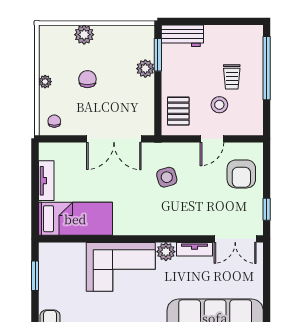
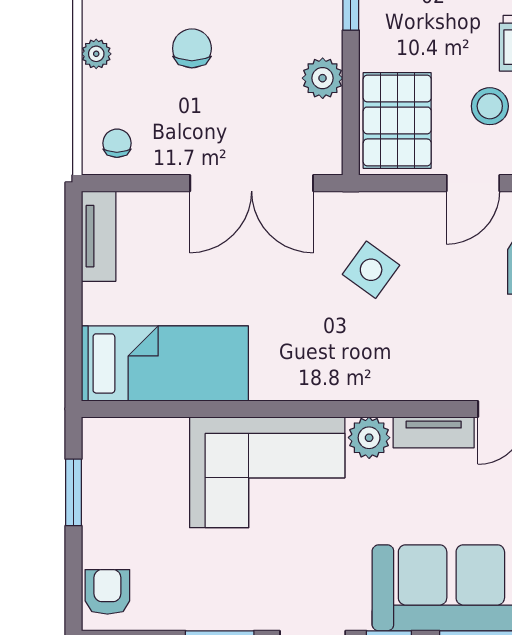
plant: (145, 69) -> (323, 78), moved
pallet: (178, 111) -> (397, 120), width x1.50, depth x1.42
side table: (167, 177) -> (371, 270), turned -38
tv unit: (46, 181) -> (99, 236), moved

